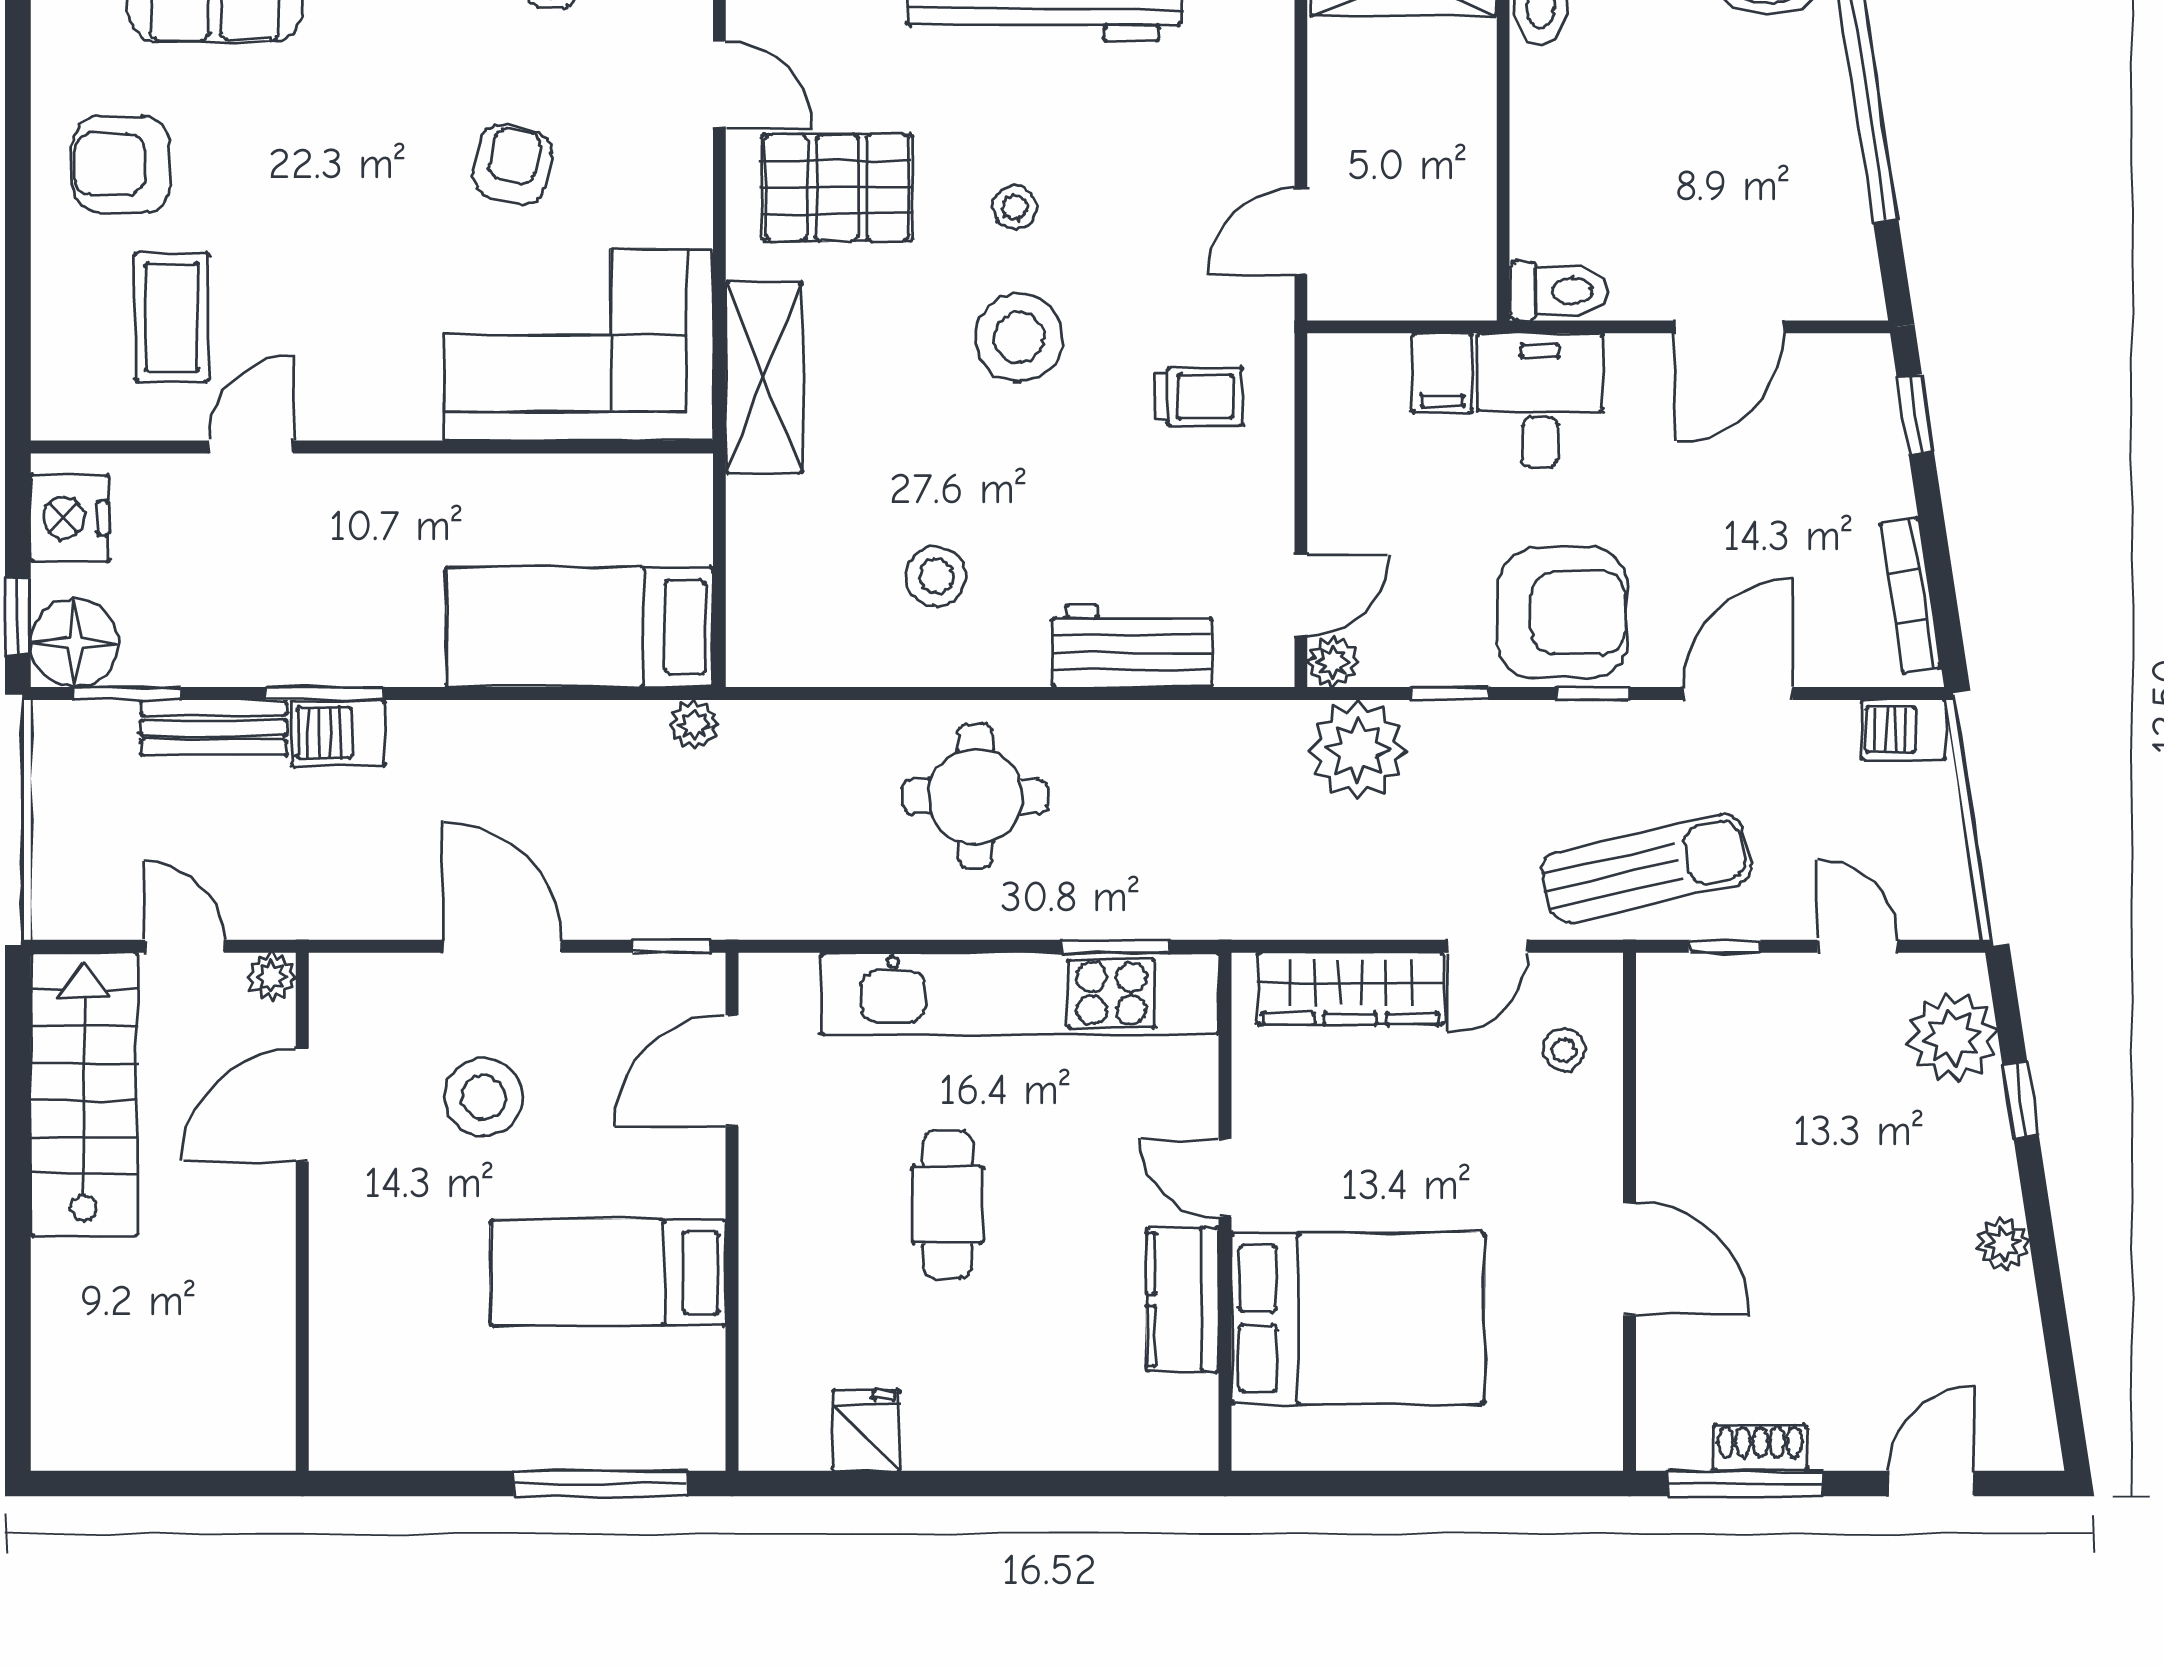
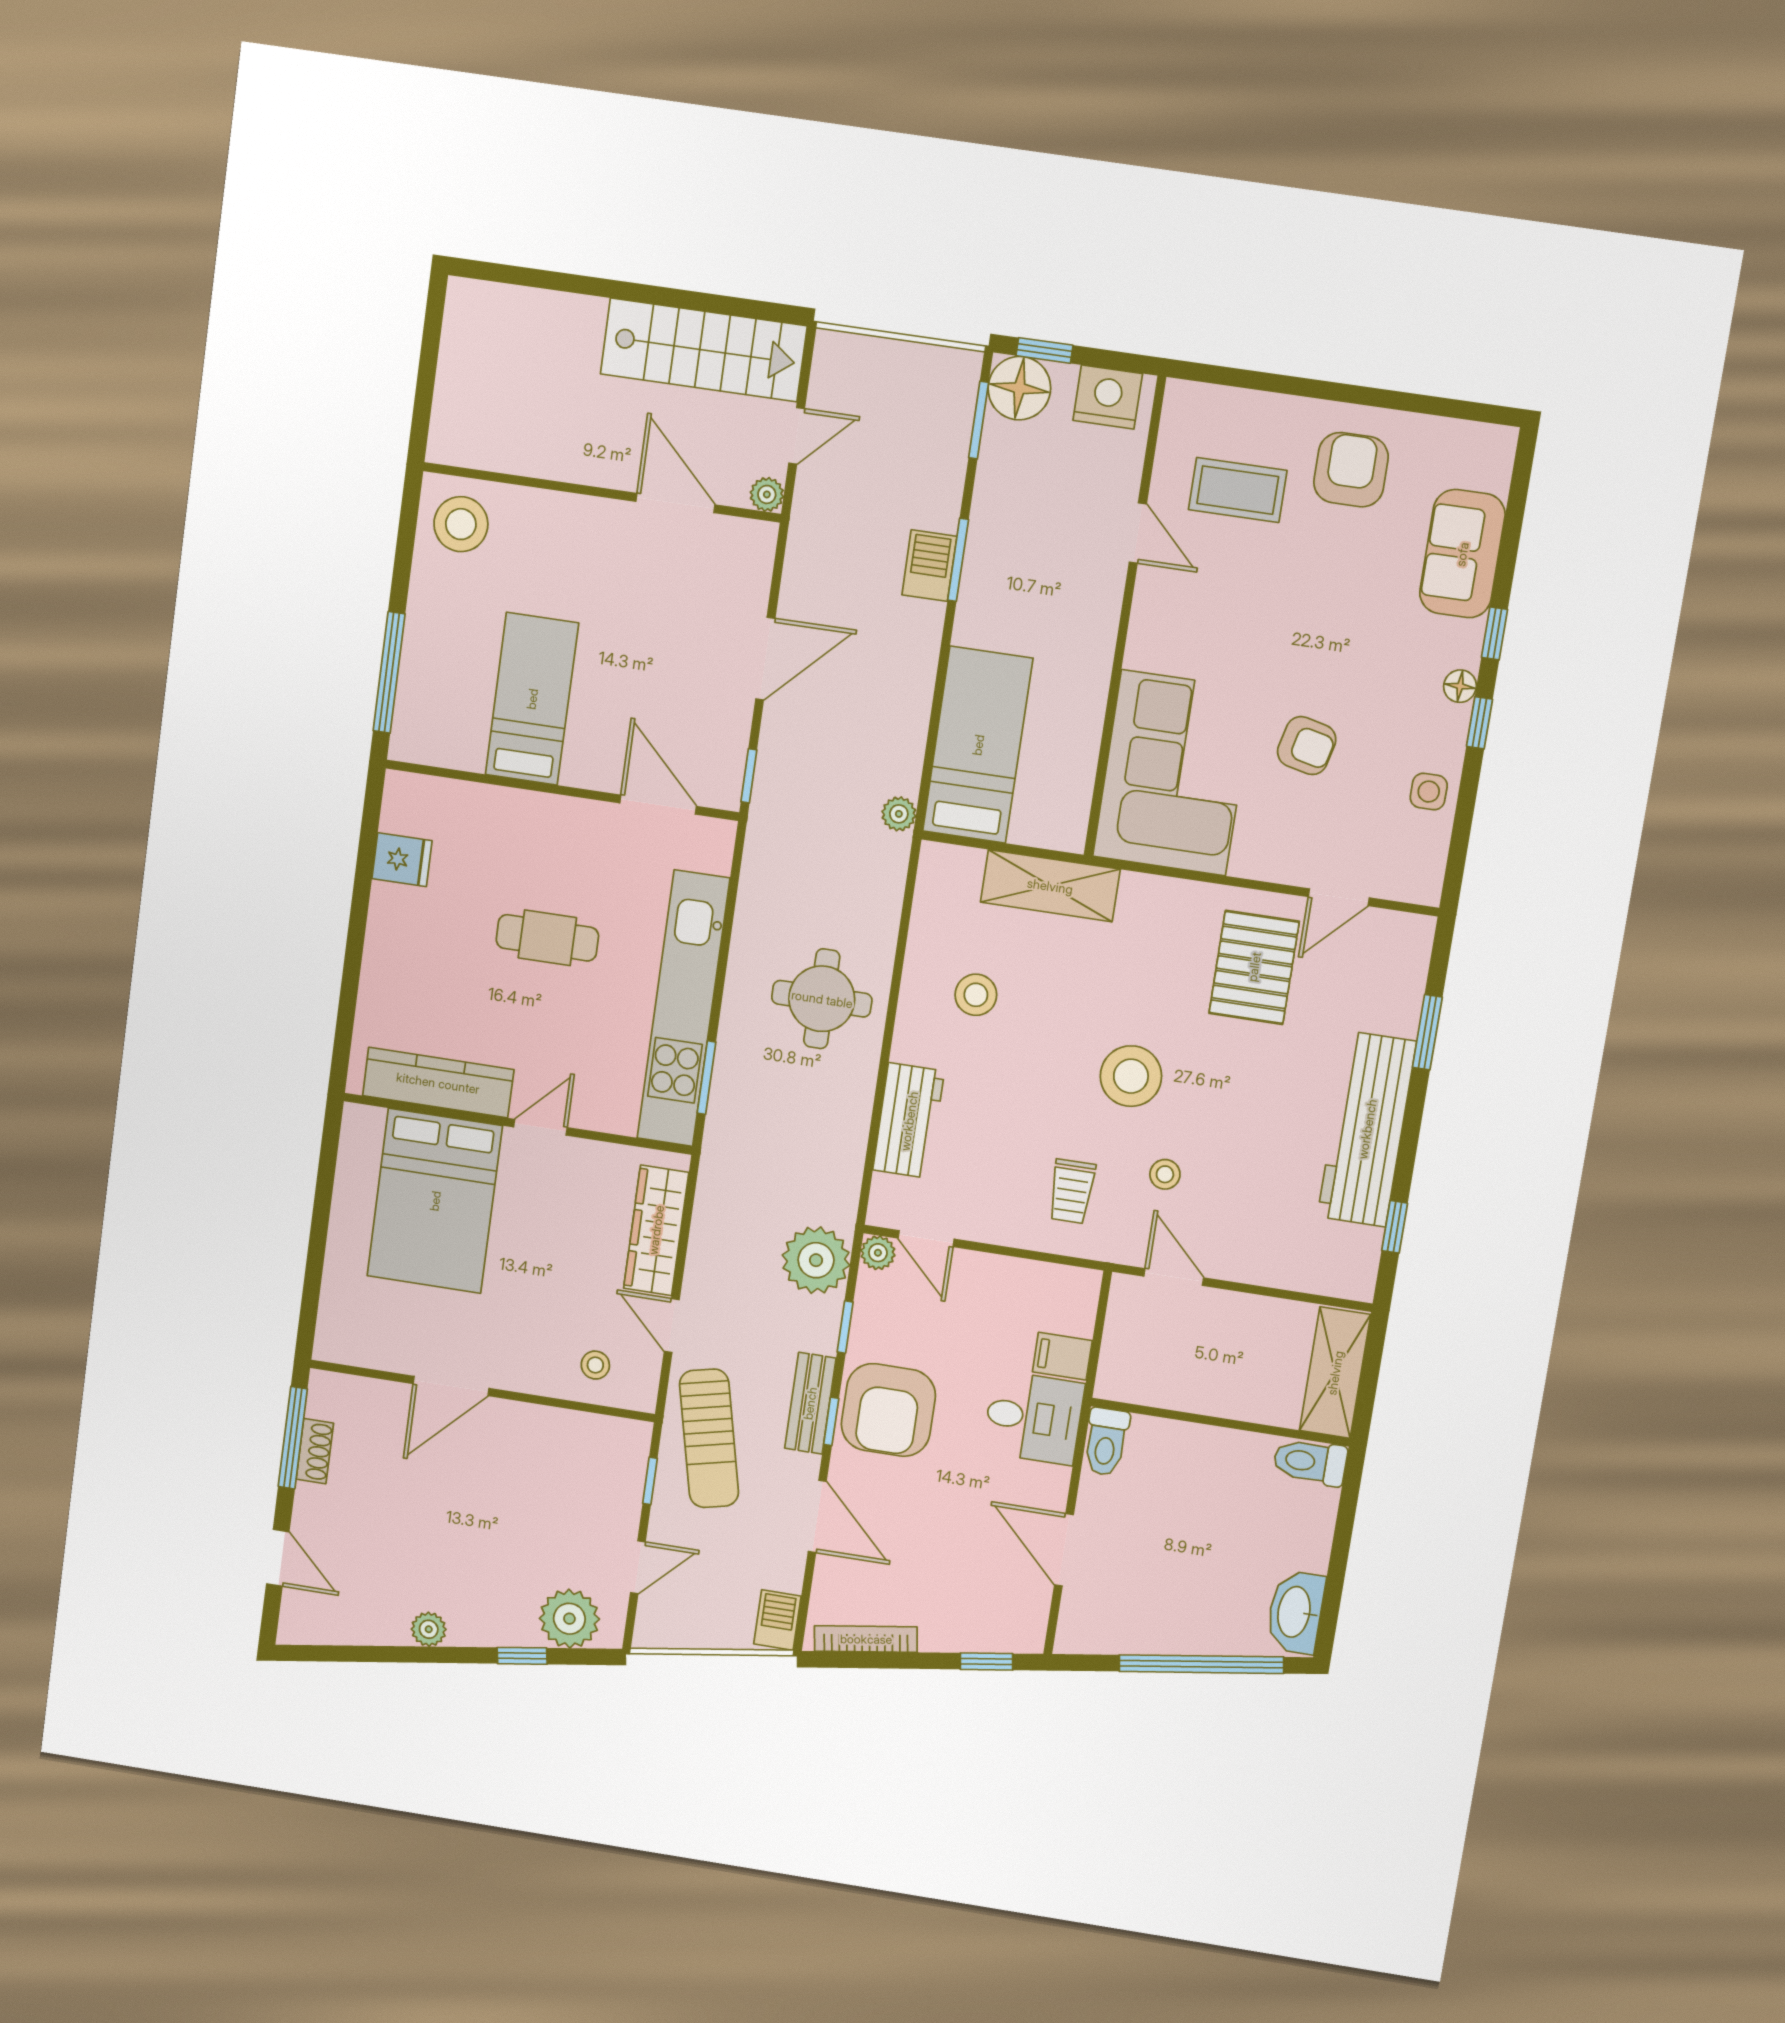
stool: (1015, 207) -> (1165, 1174), moved
shelving: (764, 377) -> (1050, 886), moved
bench: (214, 728) -> (810, 1403), moved
stool: (484, 1097) -> (461, 524), moved
kitchen counter: (1183, 1300) -> (438, 1083), width x1.50

